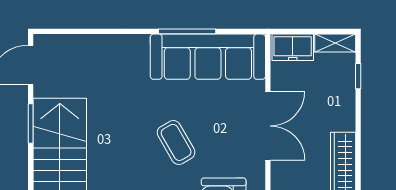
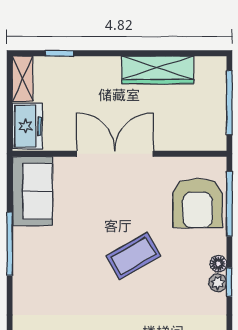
sofa: (208, 57) -> (32, 191), width x0.54, depth x0.79

